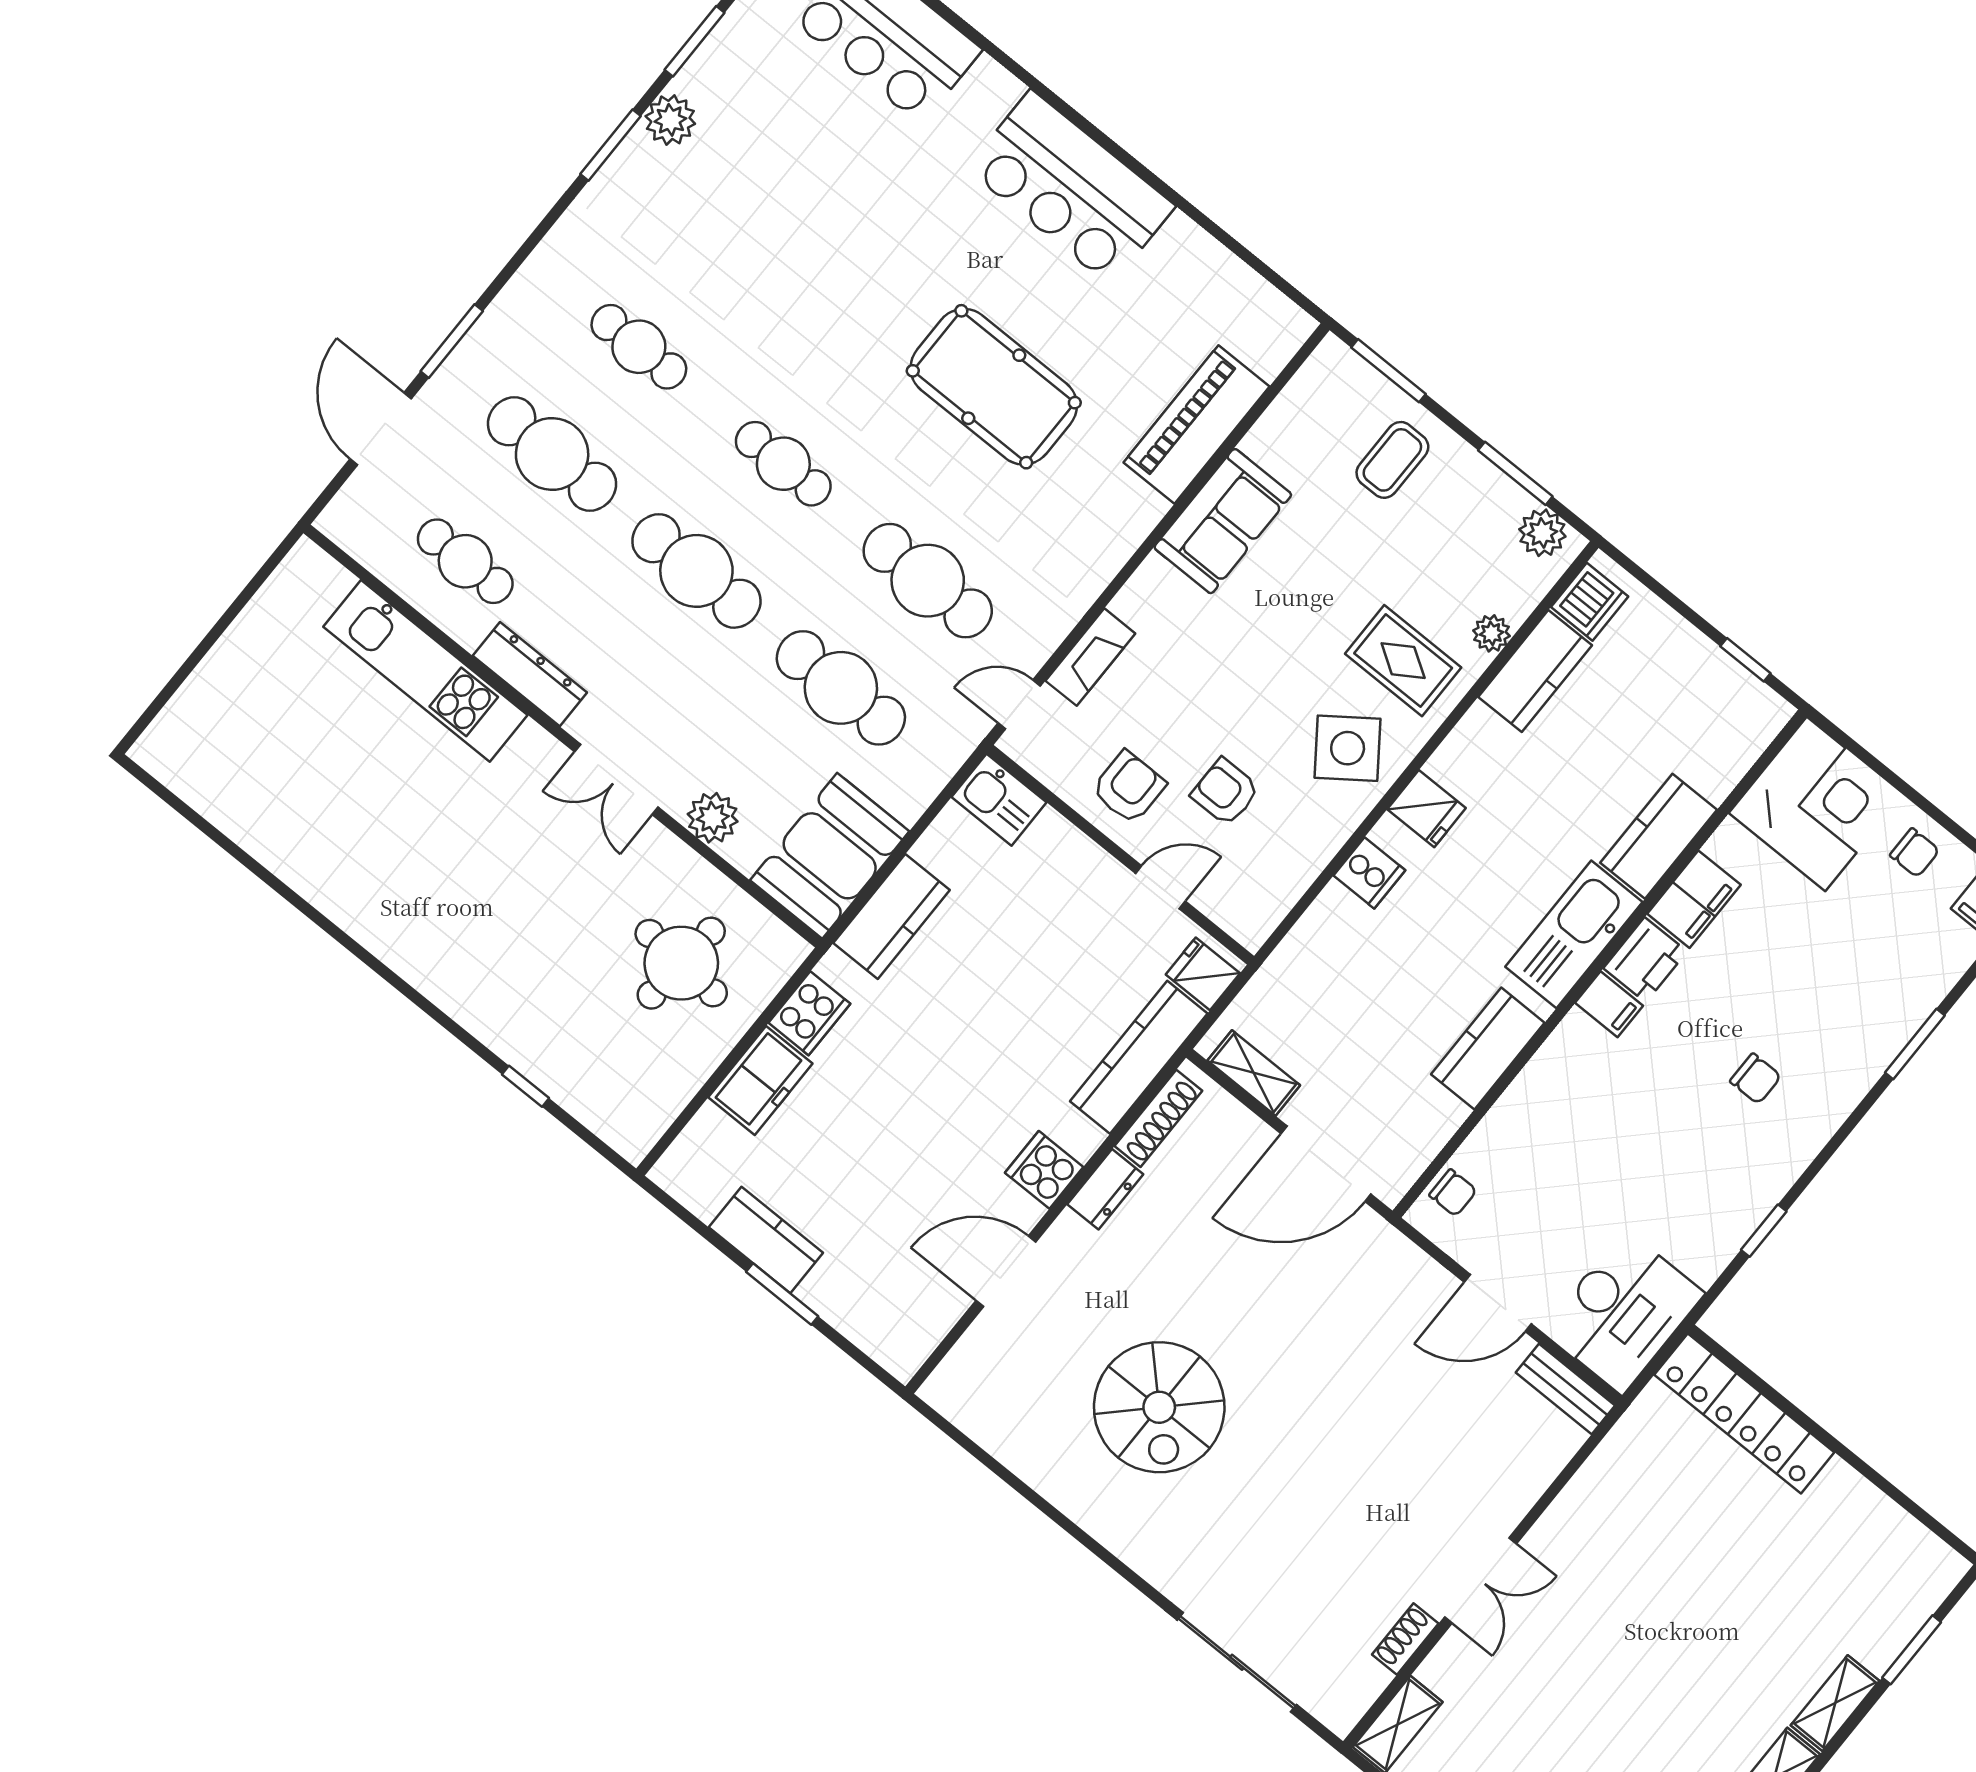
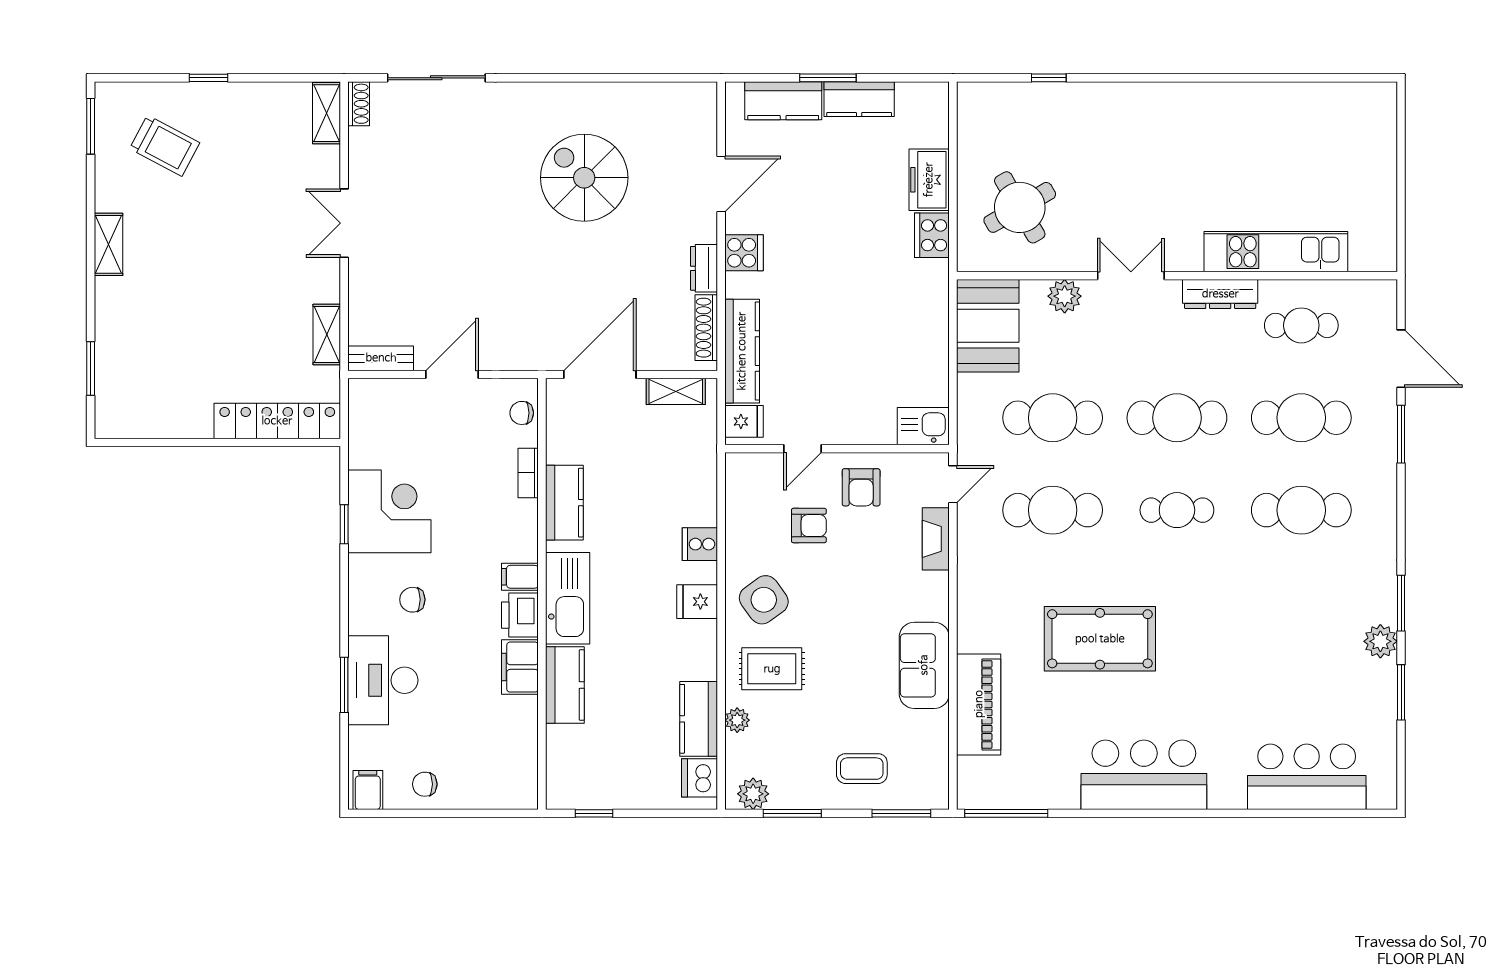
window: (1267, 272) -> (1006, 813), added
cafe table: (639, 347) -> (1301, 510), width x1.37, depth x1.35
coffee table: (1392, 460) -> (862, 769), turned 90
corner desk: (1816, 804) -> (389, 511), moved, turned 180
kitchen counter: (891, 917) -> (783, 101), moved, turned -90
round table: (681, 963) -> (1020, 207), turned -34
bookcase: (1502, 1117) -> (528, 473), added
desk: (1623, 1312) -> (383, 680), moved
shoe rack: (1405, 1639) -> (359, 104), moved
shelving: (1835, 1703) -> (327, 335), moved

